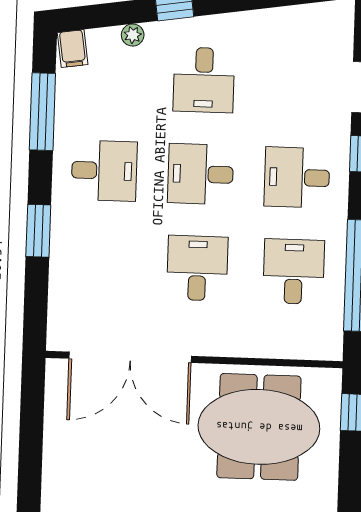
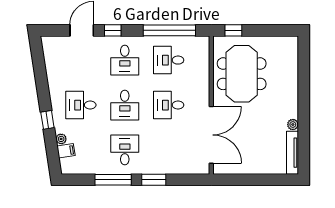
filing cabinet: (73, 49) -> (66, 151), moved
desk: (204, 80) -> (81, 105), turned 180
window: (42, 112) -> (113, 180), moved

